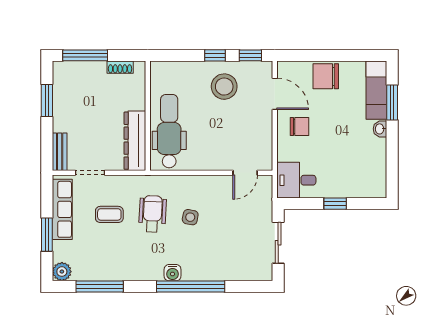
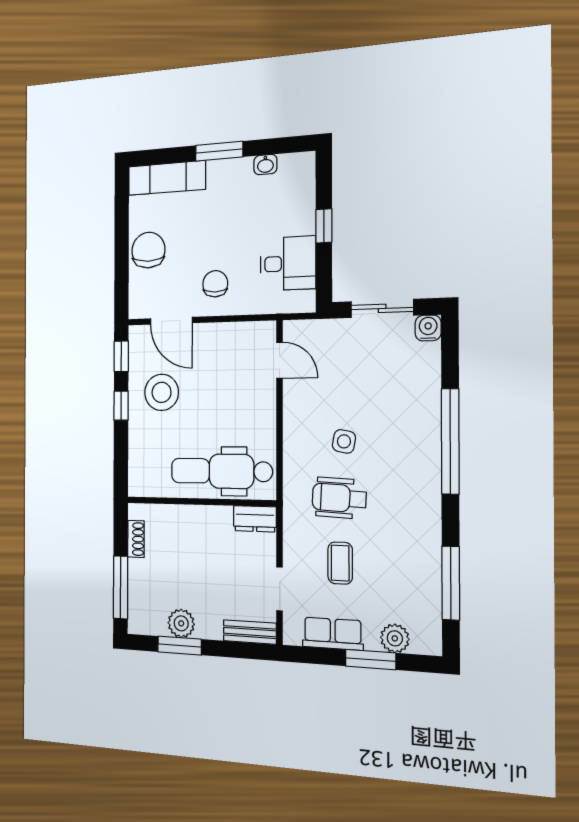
chair: (326, 76) -> (148, 250), turned 180
door: (275, 94) -> (171, 321), swing flipped
plant: (62, 102) -> (181, 623), added
window: (392, 103) -> (219, 151), moved
washbasin: (380, 129) -> (265, 165), moved
dresser: (135, 141) -> (255, 519), width x0.51, depth x0.80
desk: (296, 180) -> (288, 263), moved, turned -90
row of seats: (62, 209) -> (333, 634), width x0.68
plant: (62, 272) -> (395, 638), moved
water cooler: (173, 273) -> (428, 328), moved, turned -90

